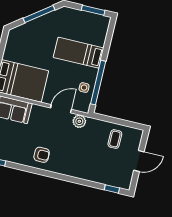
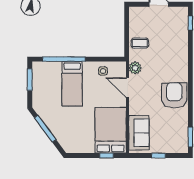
window: (98, 83) -> (64, 59), moved
coffee table: (115, 139) -> (140, 43), moved
armchair: (42, 155) -> (174, 95), width x1.88, depth x1.88

